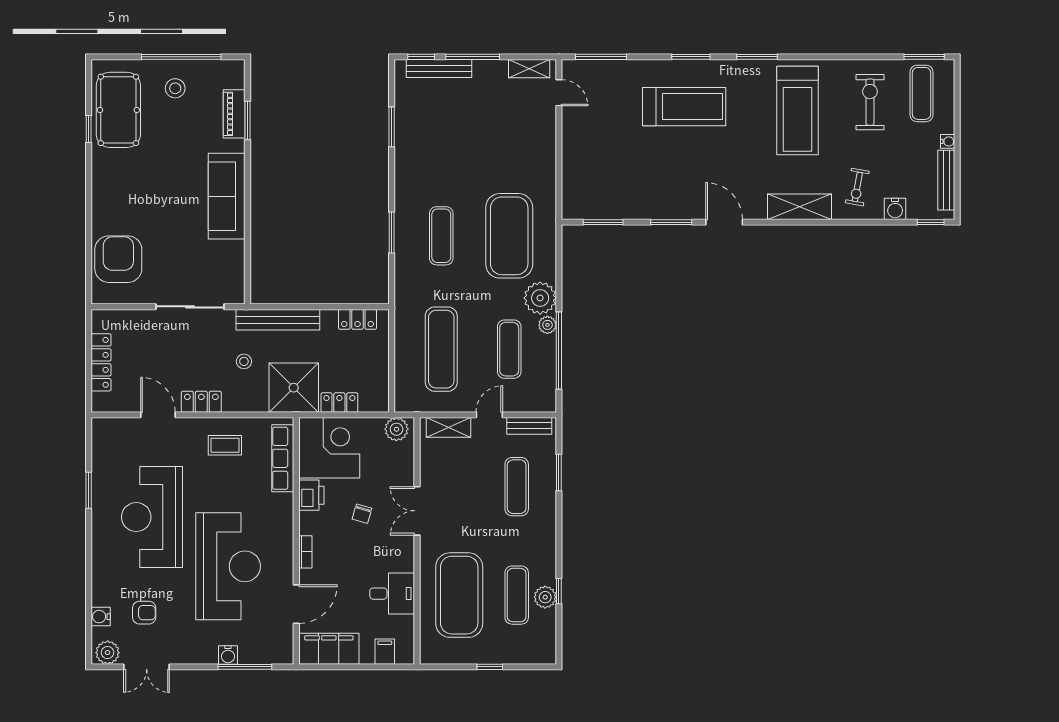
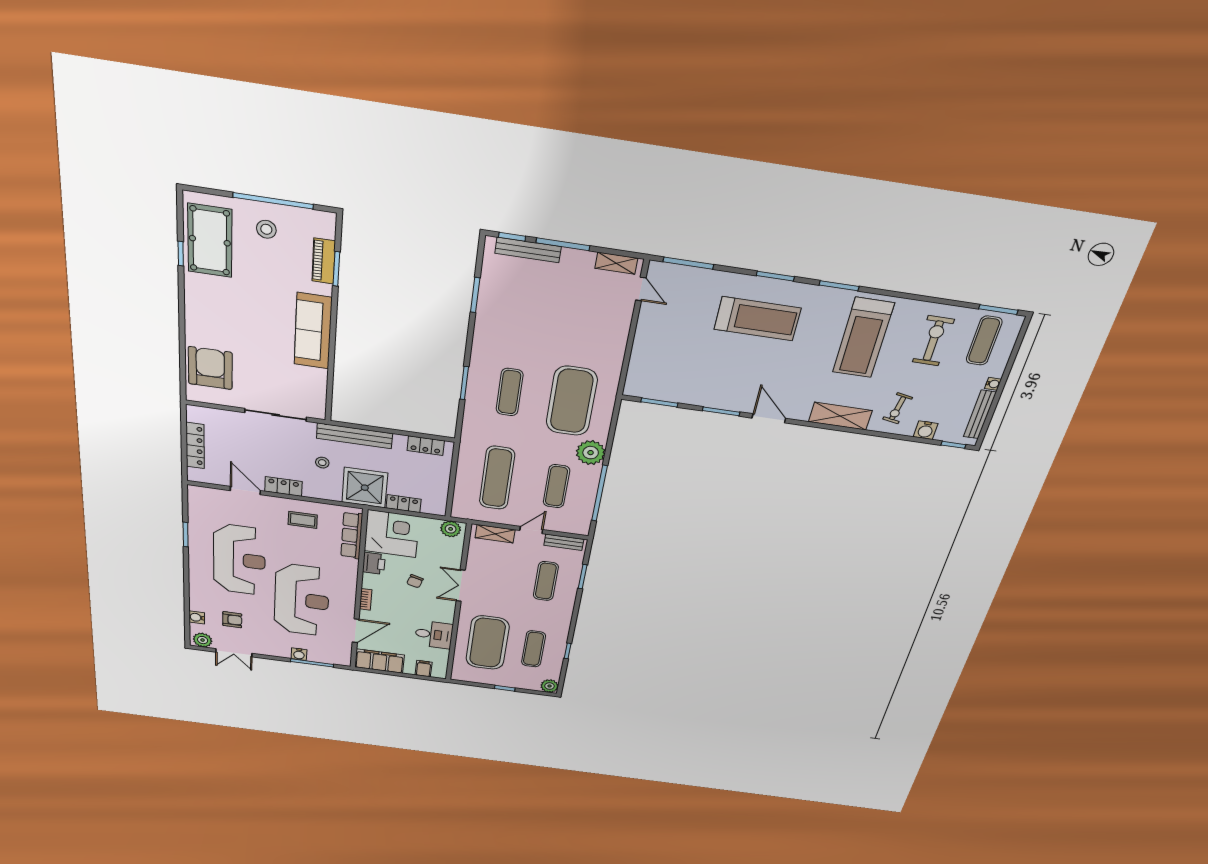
plant: (547, 325) -> (593, 473), removed
reception desk: (152, 517) -> (239, 560), turned 180
plant: (545, 597) -> (550, 686), moved

